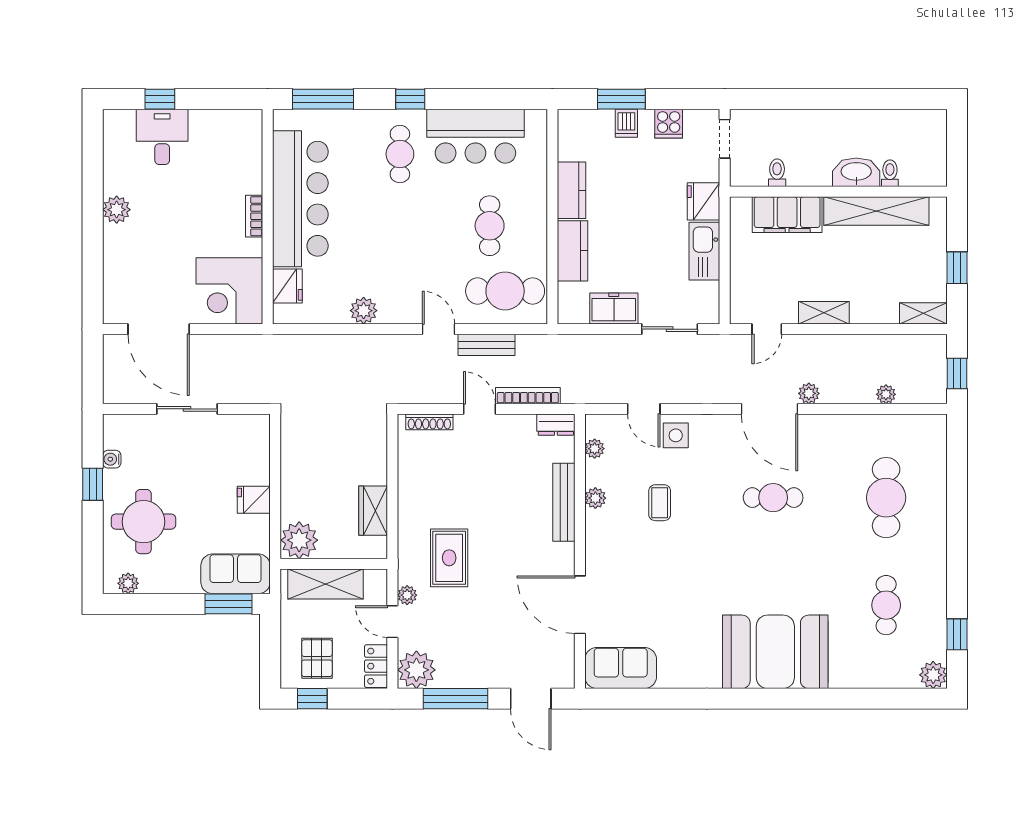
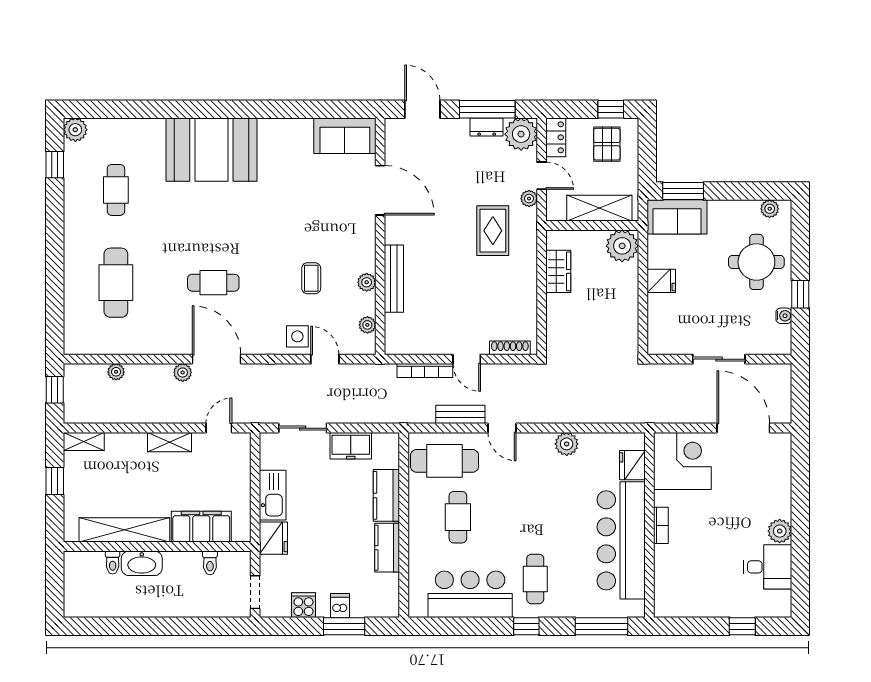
desk: (162, 137) -> (768, 567), moved, turned -90
dresser: (556, 425) -> (487, 127), moved, turned 180

